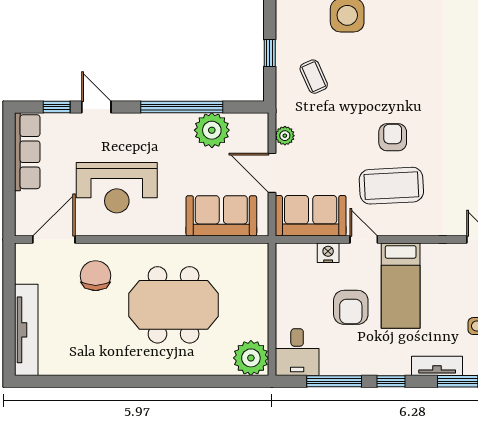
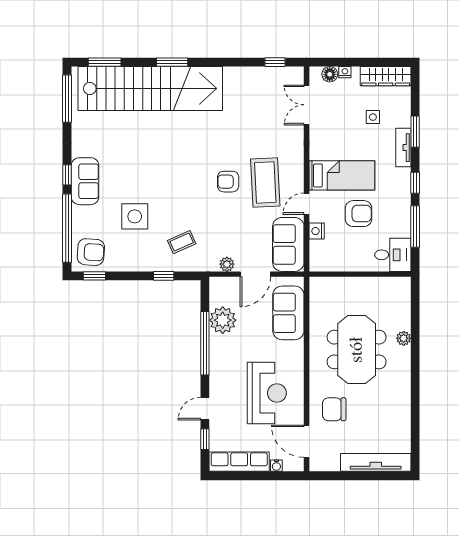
water cooler: (22, 200) -> (276, 466), added
plant: (251, 358) -> (404, 338), moved, width x0.53, depth x0.53

